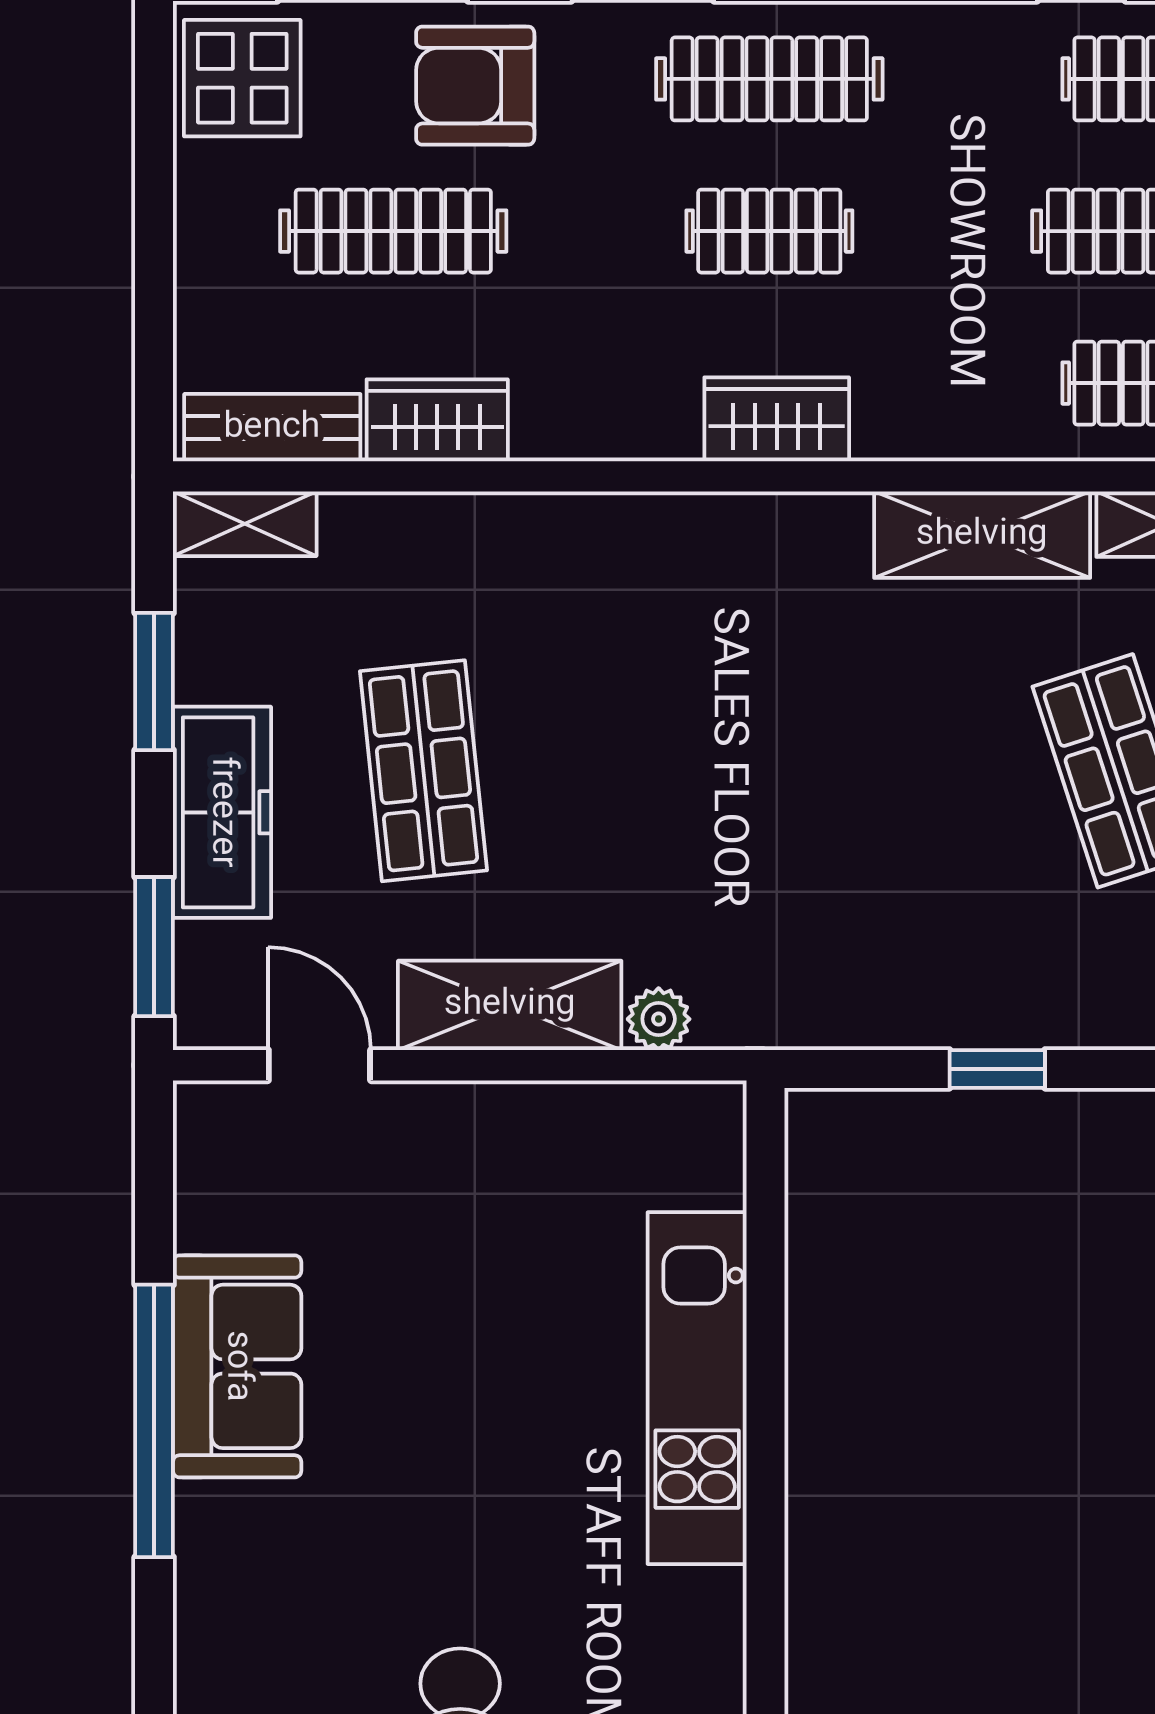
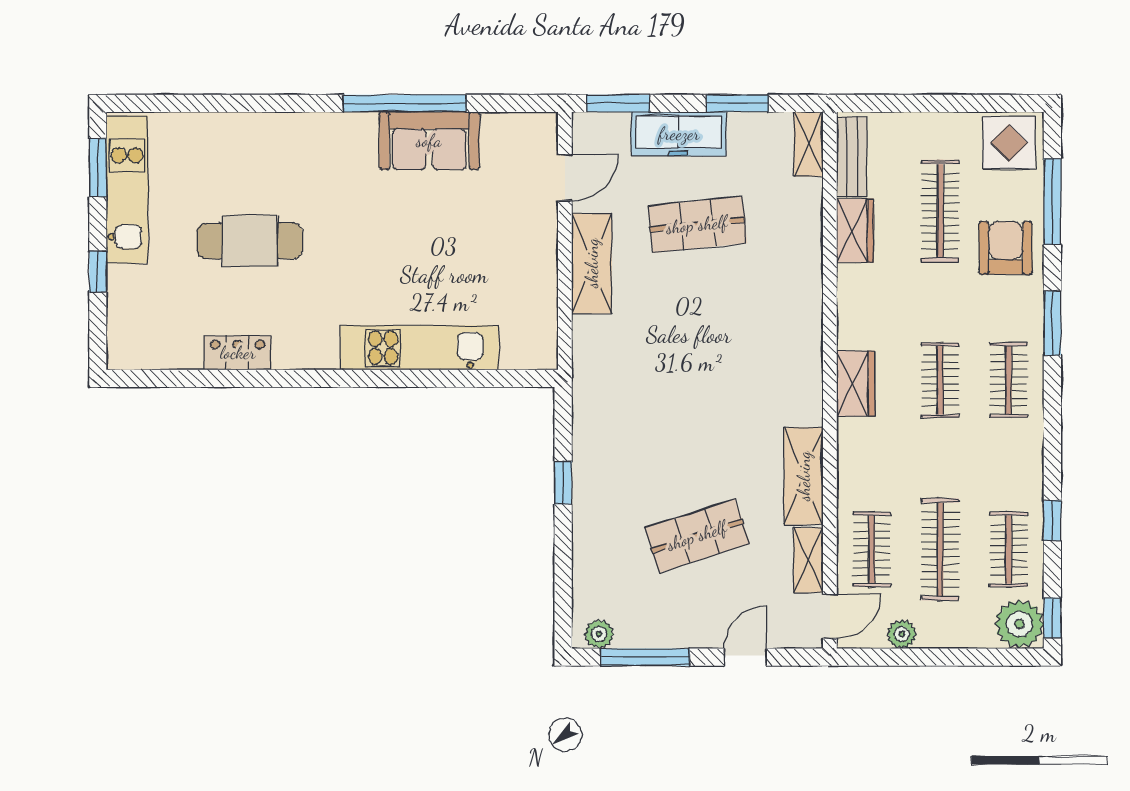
clothes rail: (769, 79) -> (1009, 380), width x0.73
plant: (659, 1019) -> (586, 330), removed

